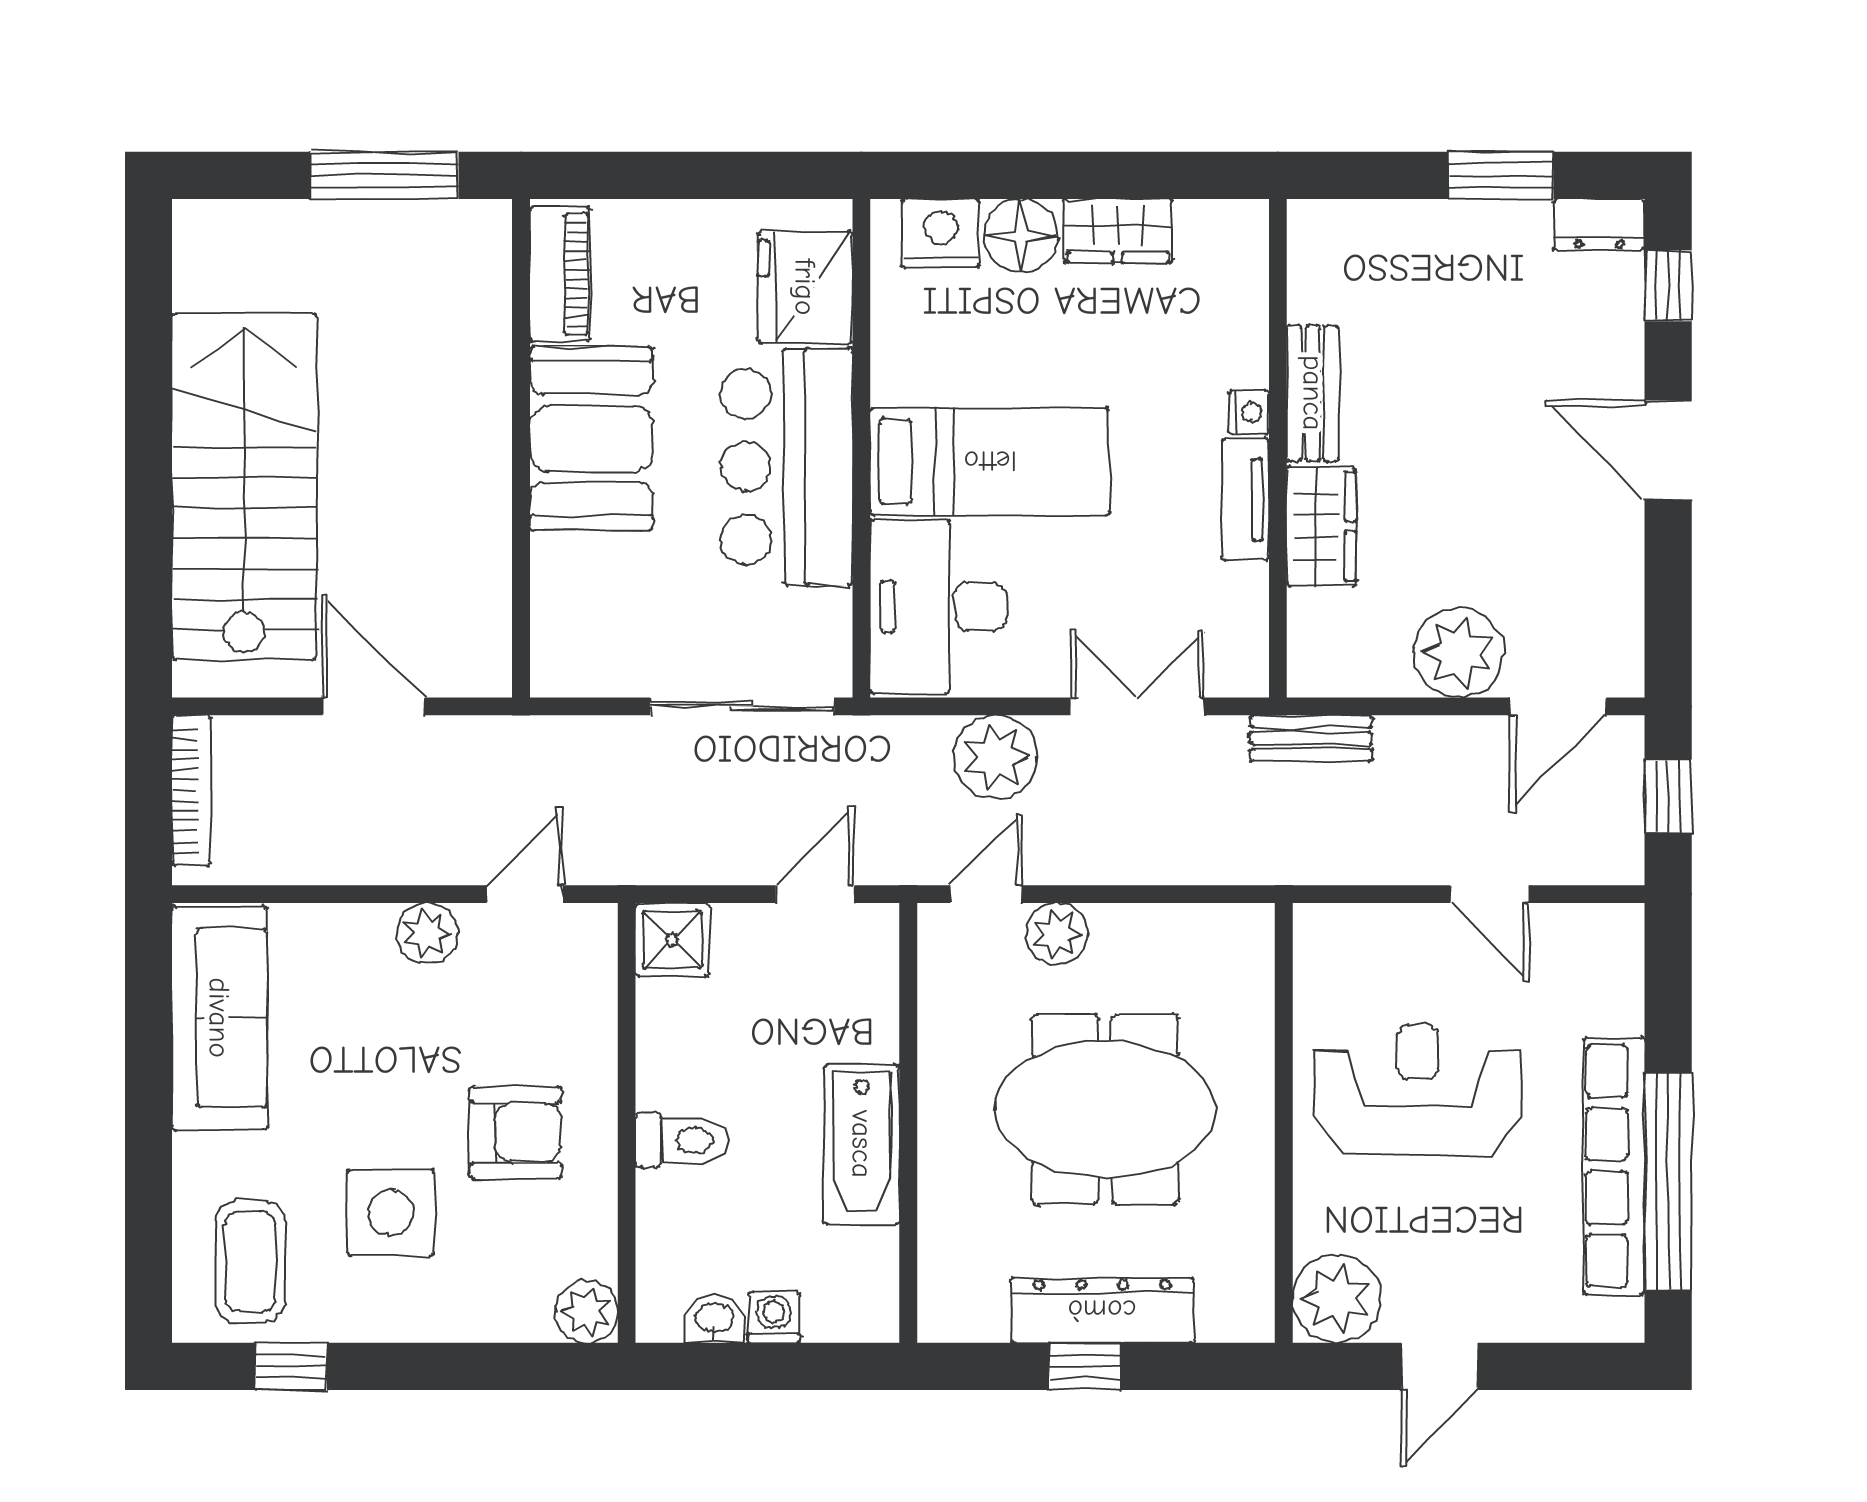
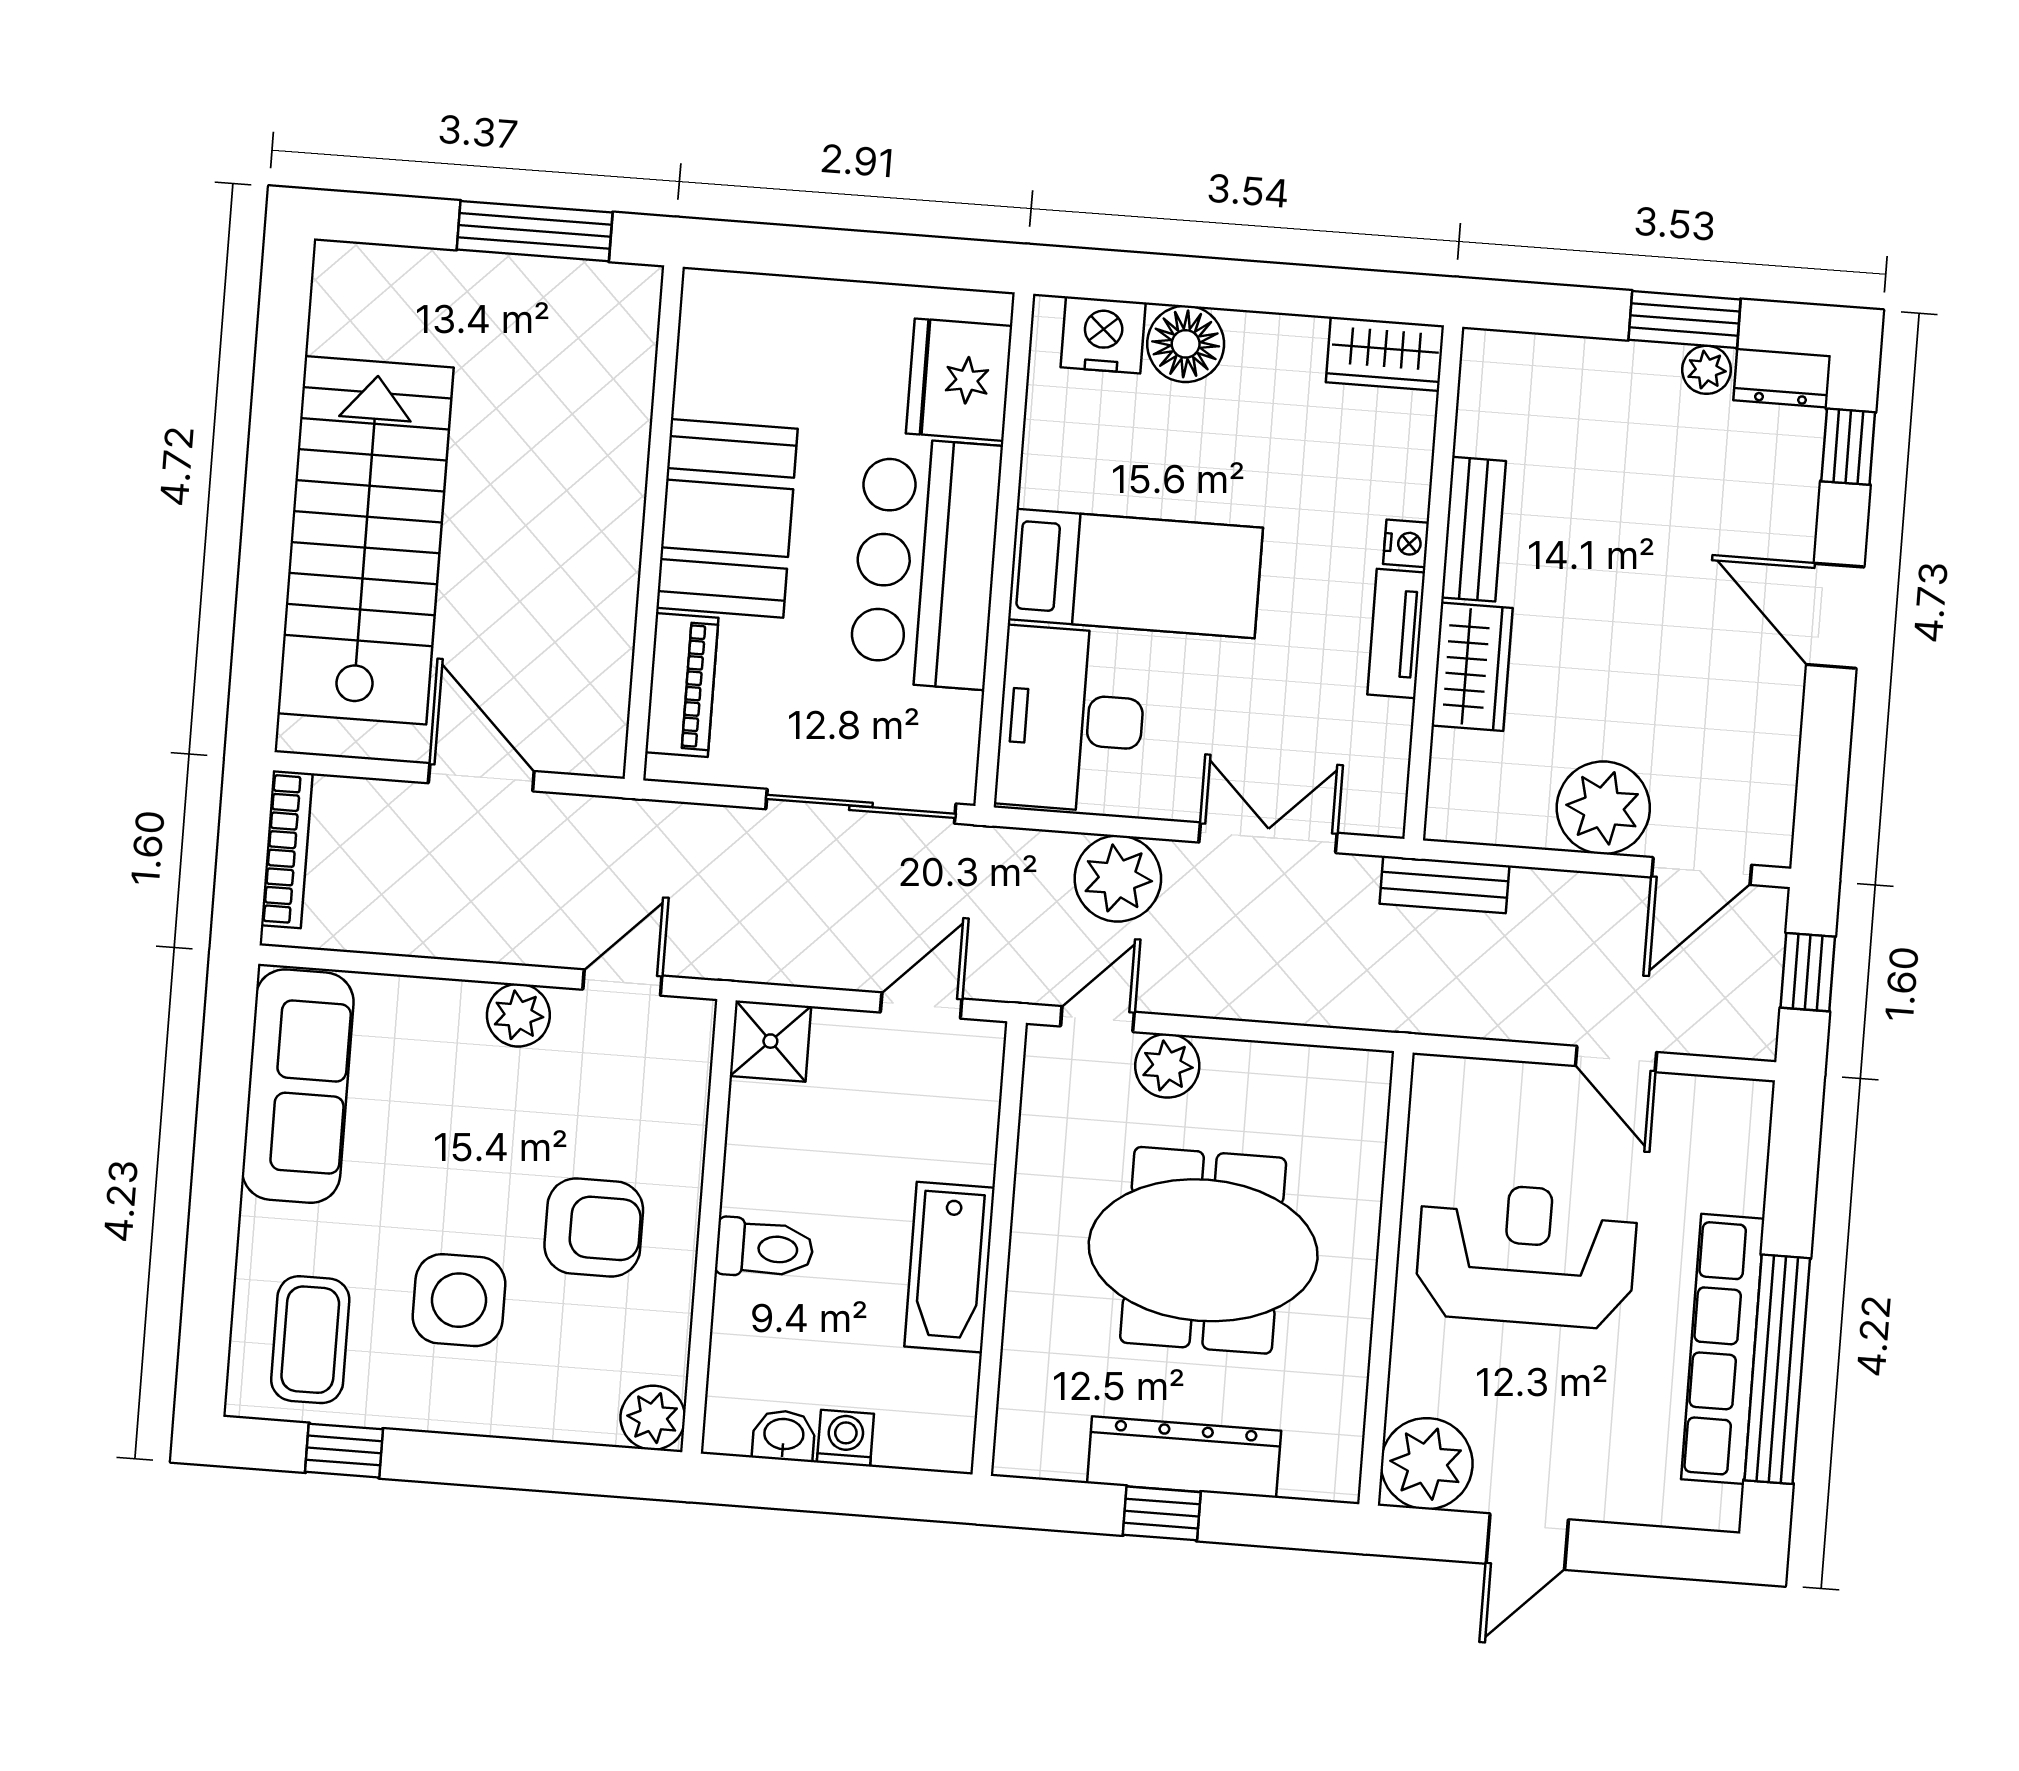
plant: (1526, 222) -> (1707, 370), added
wardrobe: (1118, 231) -> (1385, 354), moved
piano: (560, 274) -> (682, 685), moved

